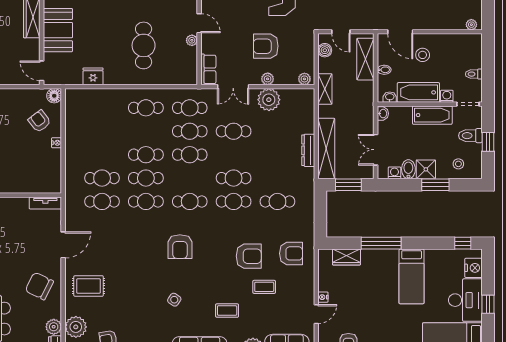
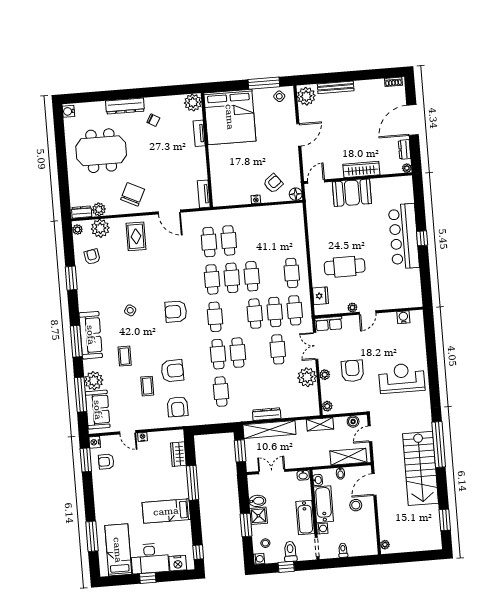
fridge: (93, 76) -> (320, 296), moved
washing machine: (394, 173) -> (259, 559), moved
armchair: (249, 256) -> (172, 371), turned -92

